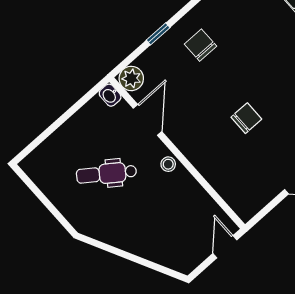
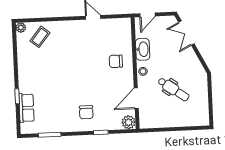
washbasin: (110, 95) -> (143, 49), moved, width x1.91, depth x1.45
chair: (246, 118) -> (116, 61), moved
double door: (152, 265) -> (186, 33), added

